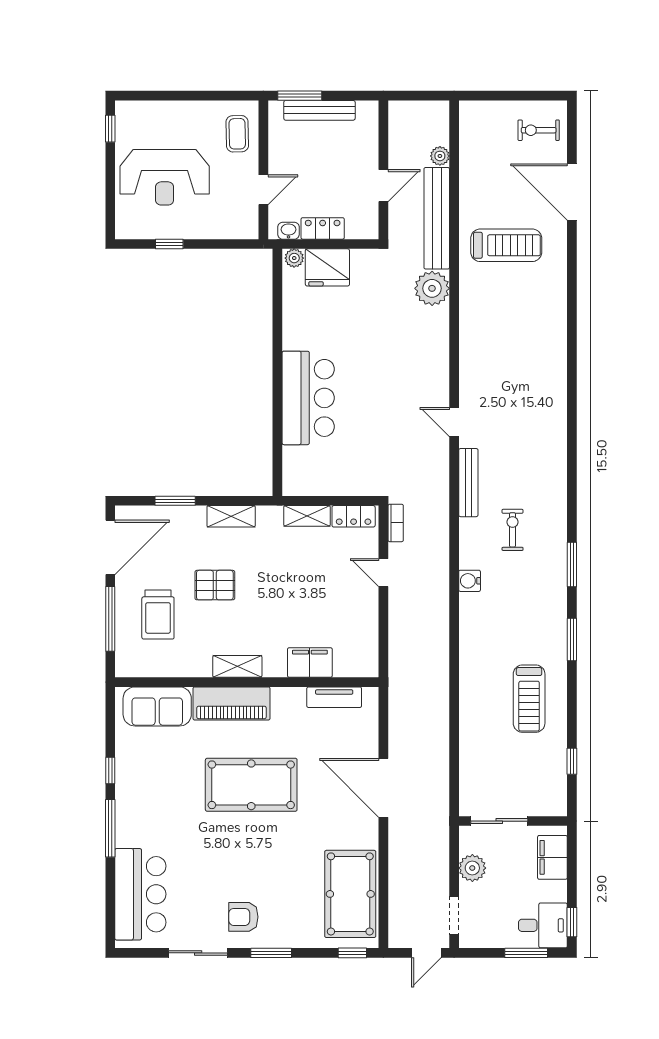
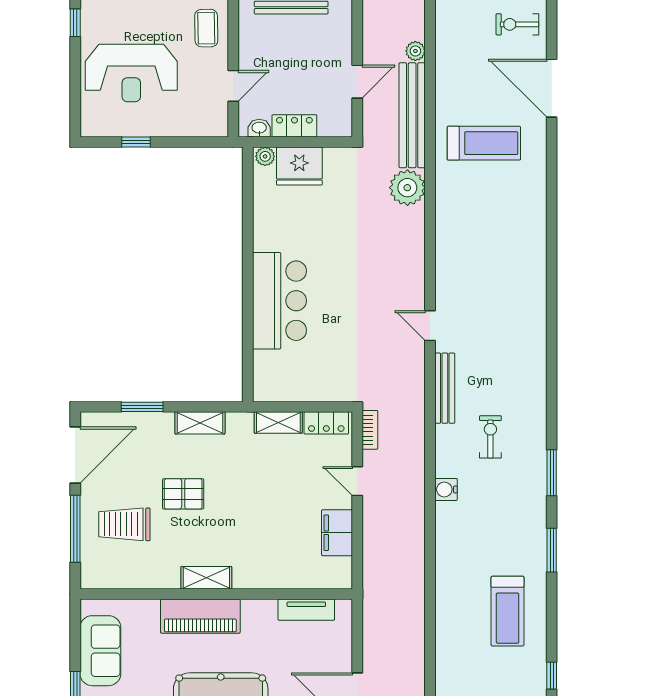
trolley: (158, 614) -> (124, 524), turned 90
filing cabinet: (310, 662) -> (337, 533), moved, turned -90
sofa: (157, 706) -> (100, 651), moved, turned -90

